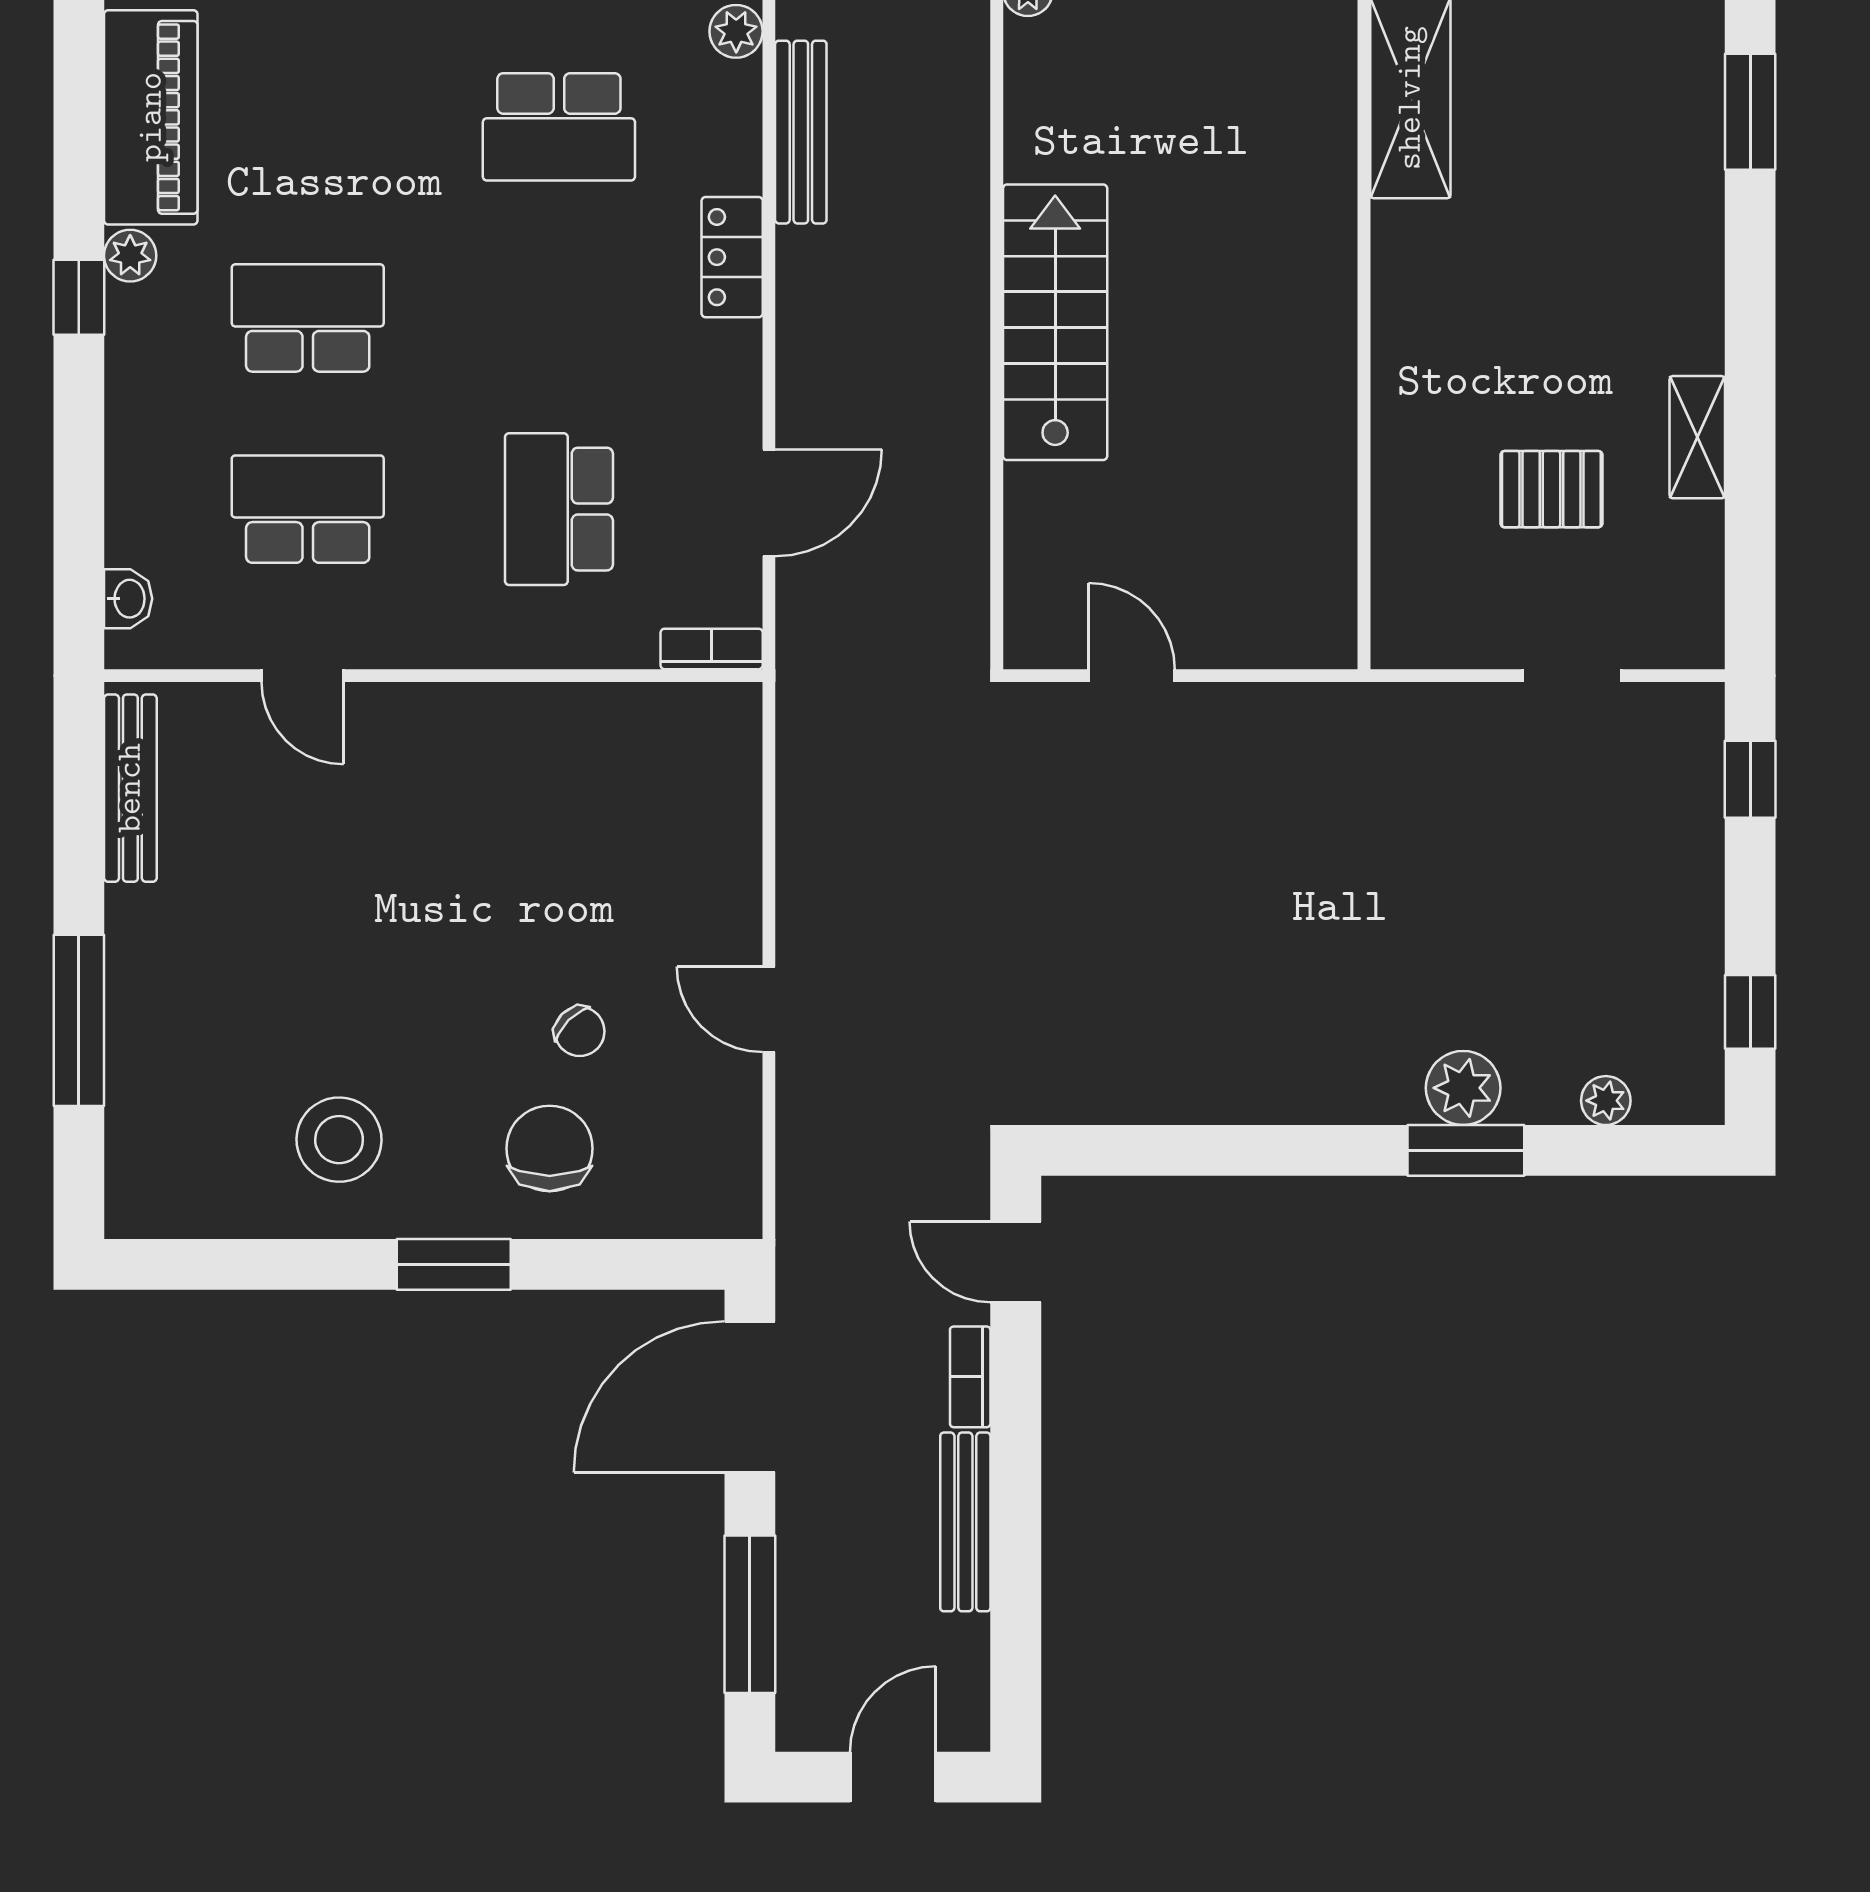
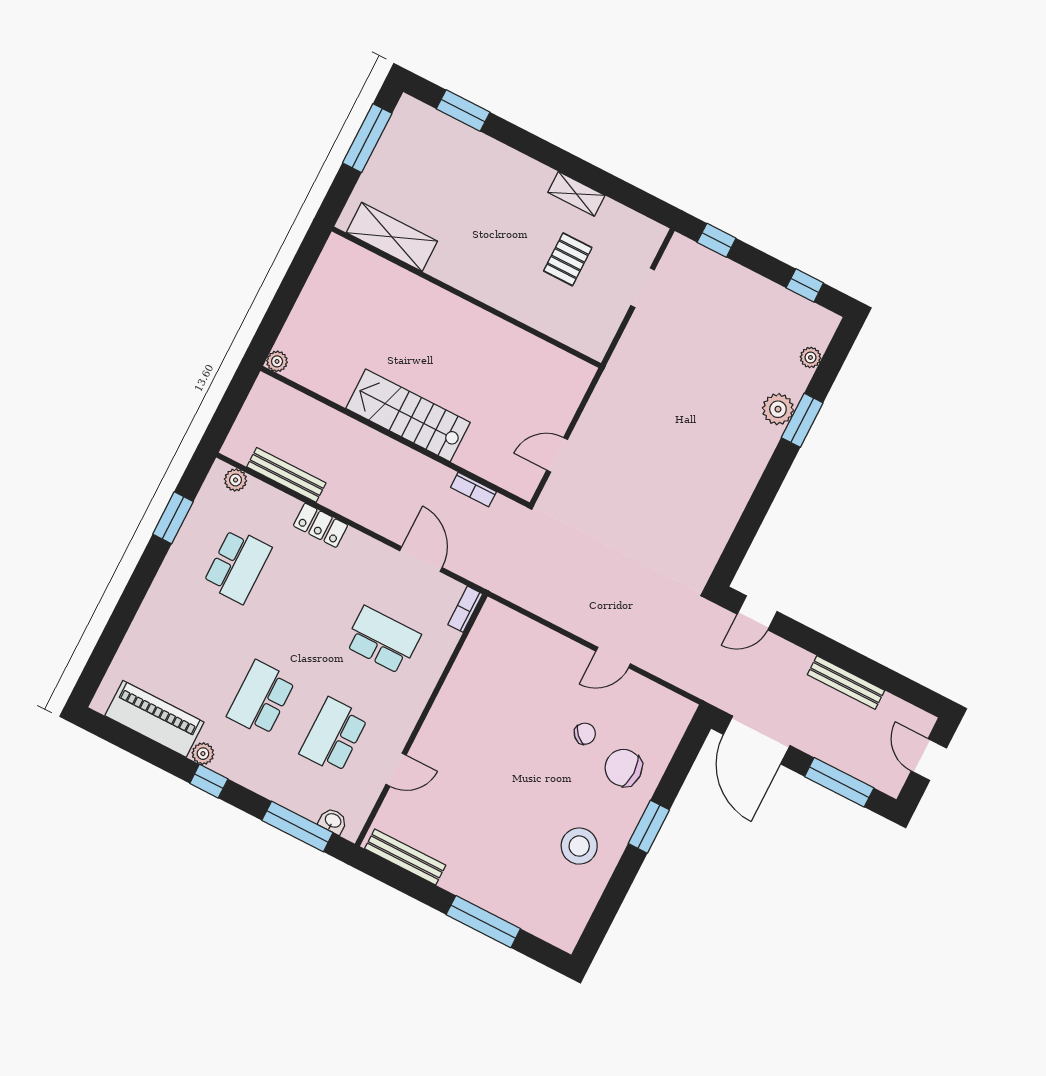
school desk: (559, 509) -> (382, 640), turned 180
window: (79, 531) -> (297, 827), added
bookcase: (970, 1377) -> (473, 490), moved

